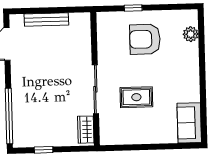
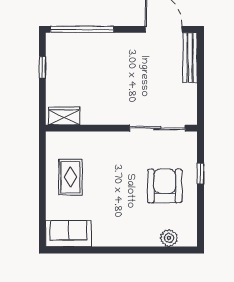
bench: (46, 19) -> (190, 58), moved
sliding door: (95, 89) -> (157, 128), moved
rug: (136, 97) -> (70, 177), moved

